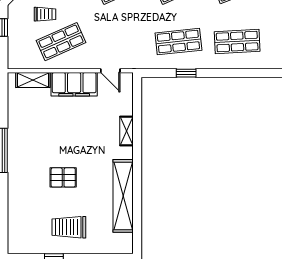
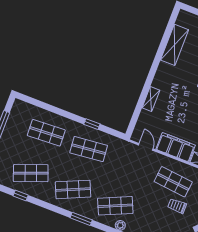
shop shelf: (61, 42) -> (173, 182), turned 30
shelving: (123, 196) -> (175, 45), width x0.68

